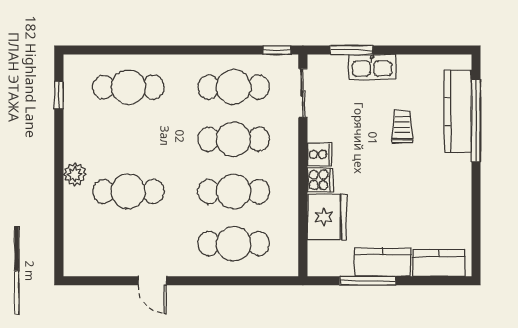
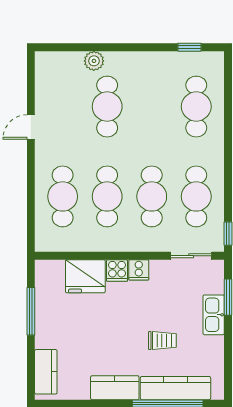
plant: (75, 174) -> (94, 61), moved
kitchen counter: (383, 262) -> (115, 388), moved, turned -90

